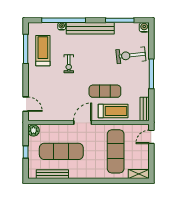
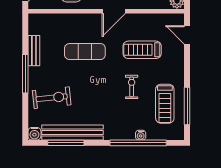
bench: (90, 28) -> (73, 132), moved
bench: (145, 109) -> (34, 51), moved
treadmill: (113, 111) -> (142, 50), moved

